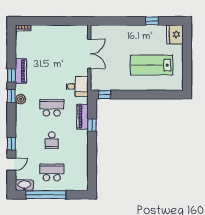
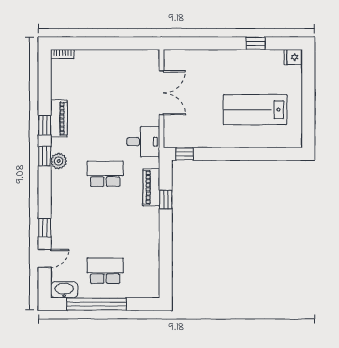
fridge: (175, 35) -> (293, 57), width x0.53, depth x0.75
school desk: (52, 140) -> (105, 222), removed

